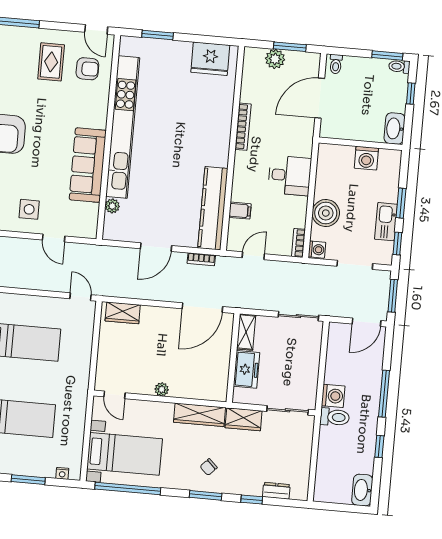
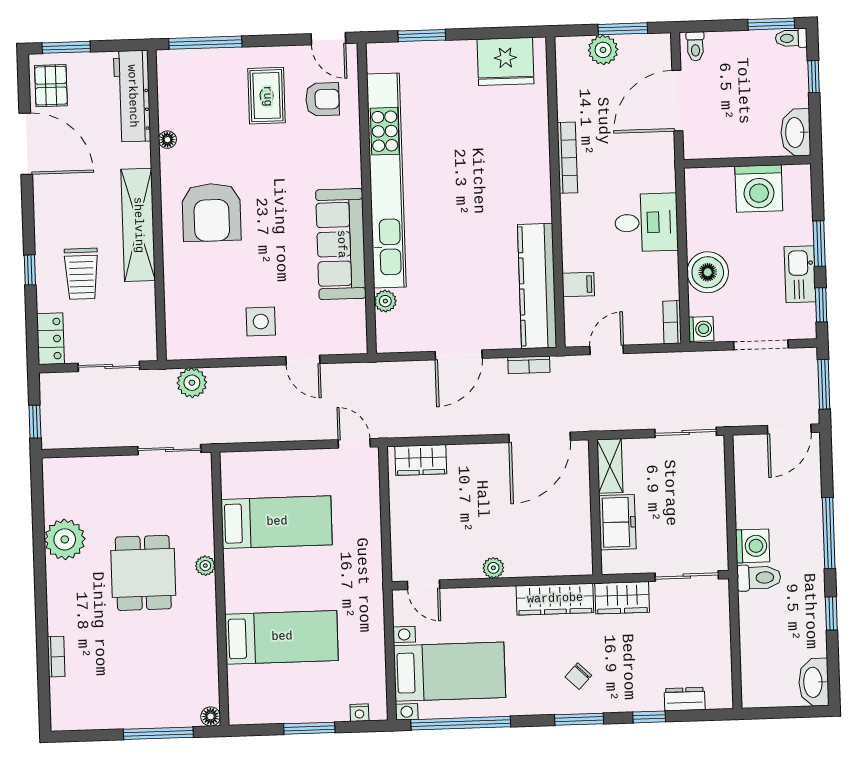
washing machine: (366, 158) -> (759, 188), width x1.37, depth x1.37

